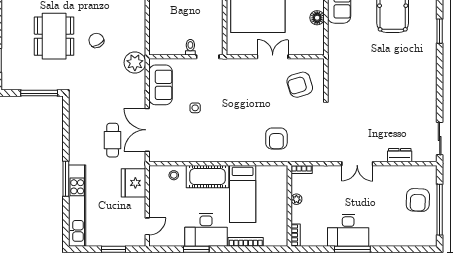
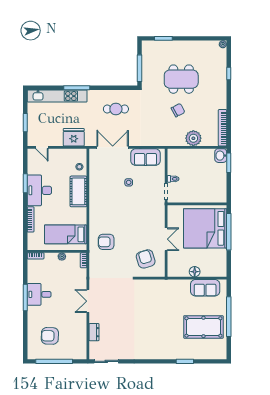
plant: (135, 63) -> (193, 138), moved
cafe table: (113, 140) -> (116, 109), moved
bed: (243, 194) -> (66, 234), moved
armchair: (418, 200) -> (50, 336), moved
desk: (348, 230) -> (39, 294), width x0.73

